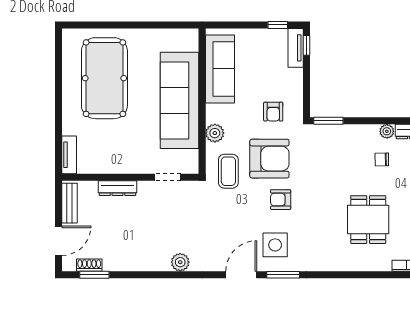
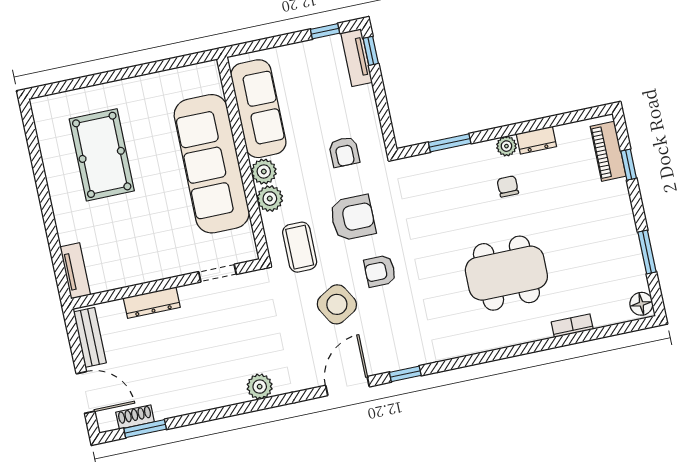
pool table: (104, 78) -> (102, 155), width x0.73, depth x0.76
plant: (215, 113) -> (264, 172), added
window: (328, 121) -> (450, 143), moved
armchair: (269, 159) -> (353, 218), width x0.73, depth x0.73
chair: (382, 159) -> (508, 186), turned 91
dining table: (368, 220) -> (506, 273), width x1.37
door: (58, 241) -> (86, 392), hinge flipped
side table: (275, 245) -> (337, 304), moved, turned -30
window: (283, 275) -> (405, 374), width x0.67

